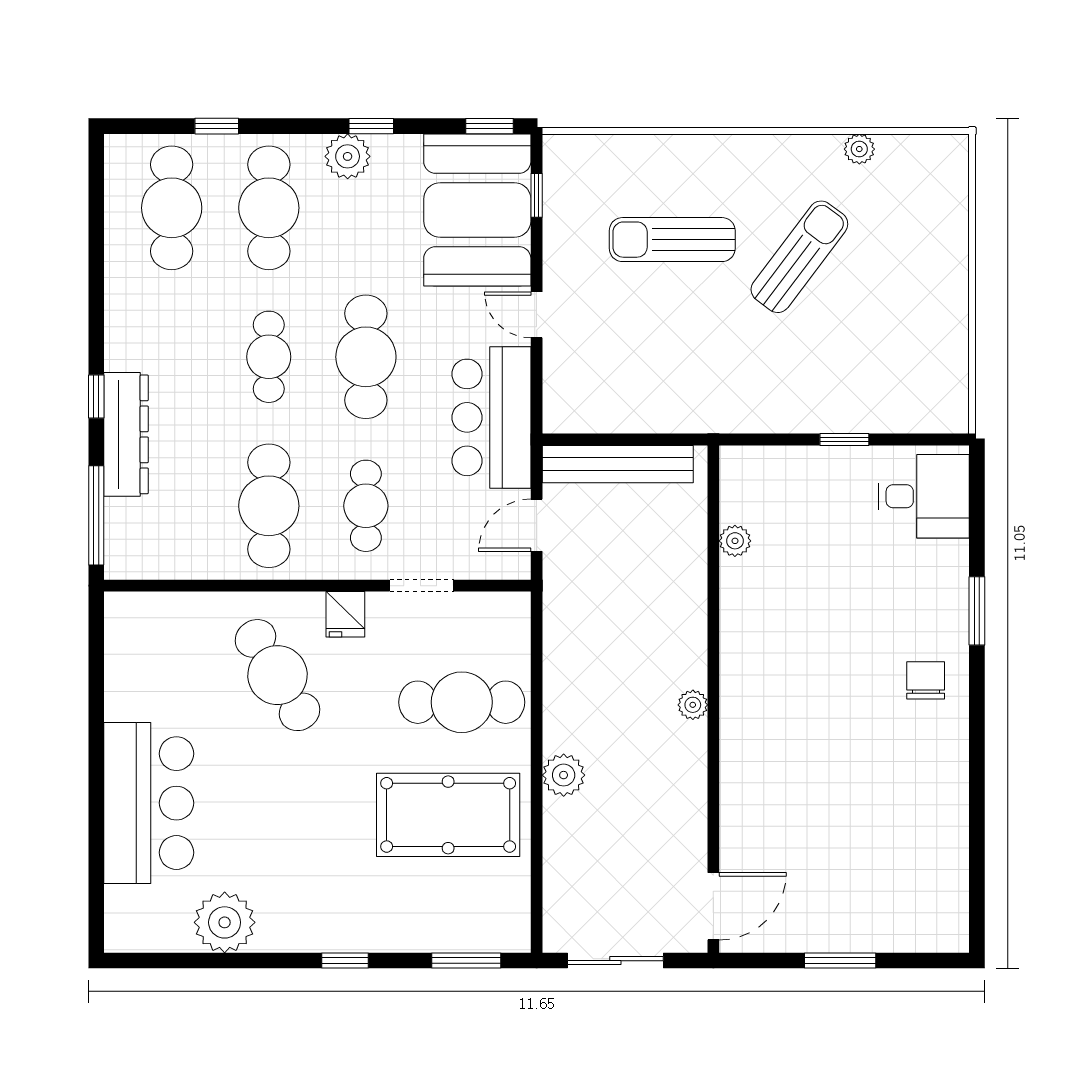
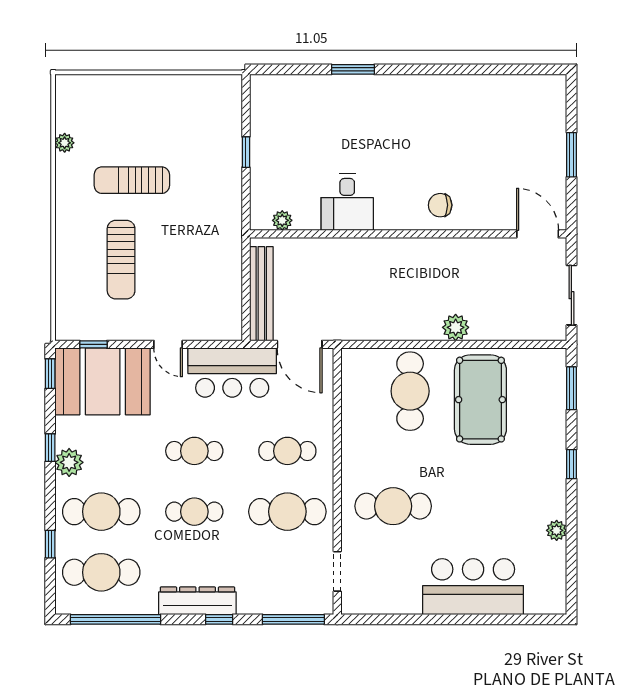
window: (96, 231) -> (115, 619), added
sun lounger: (799, 257) -> (132, 180), turned -37
door: (537, 315) -> (168, 344), hinge flipped
cafe table: (366, 357) -> (194, 451), width x0.73, depth x0.74
dresser: (126, 434) -> (197, 601), moved
desk: (924, 496) -> (347, 202), moved, turned 180
door: (537, 525) -> (300, 344), width x1.38
plant: (735, 541) -> (282, 220), moved
doorway: (422, 586) -> (337, 571), moved
fridge: (345, 614) -> (355, 464), removed
cafe table: (277, 675) -> (393, 506), turned 31
chair: (926, 680) -> (440, 205), moved
plant: (693, 705) -> (412, 247), removed
plant: (225, 922) -> (557, 530), width x0.53, depth x0.53

